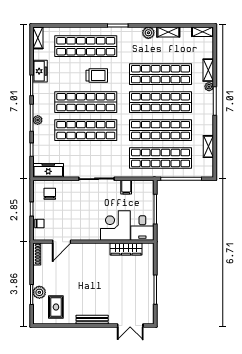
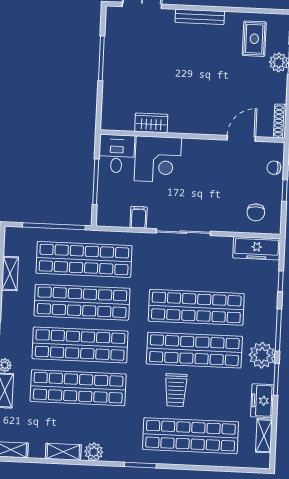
shelving: (38, 38) -> (264, 436), moved
trolley: (97, 76) -> (176, 390), turned -90
plant: (38, 120) -> (262, 355), moved, width x1.87, depth x1.87
wardrobe: (126, 249) -> (151, 123), width x0.67

